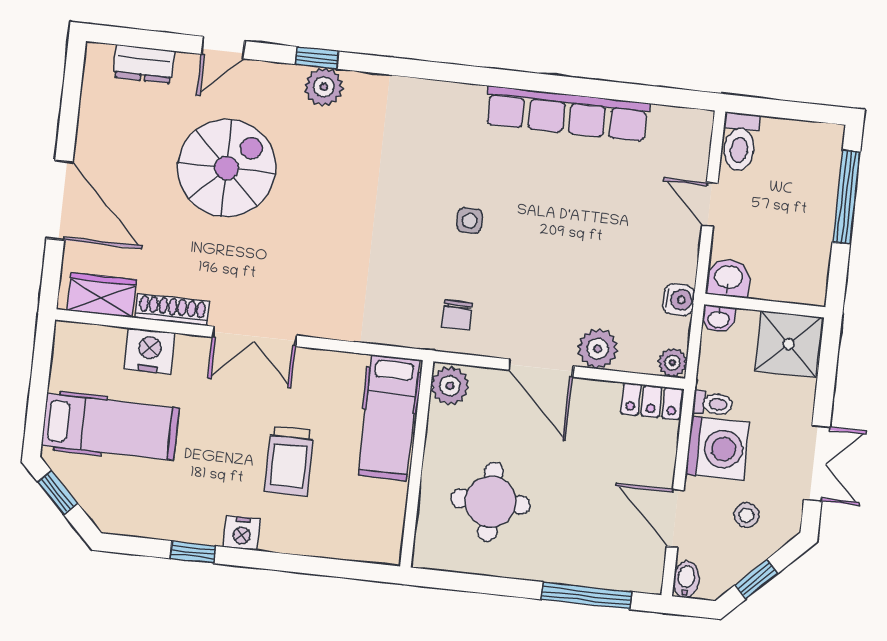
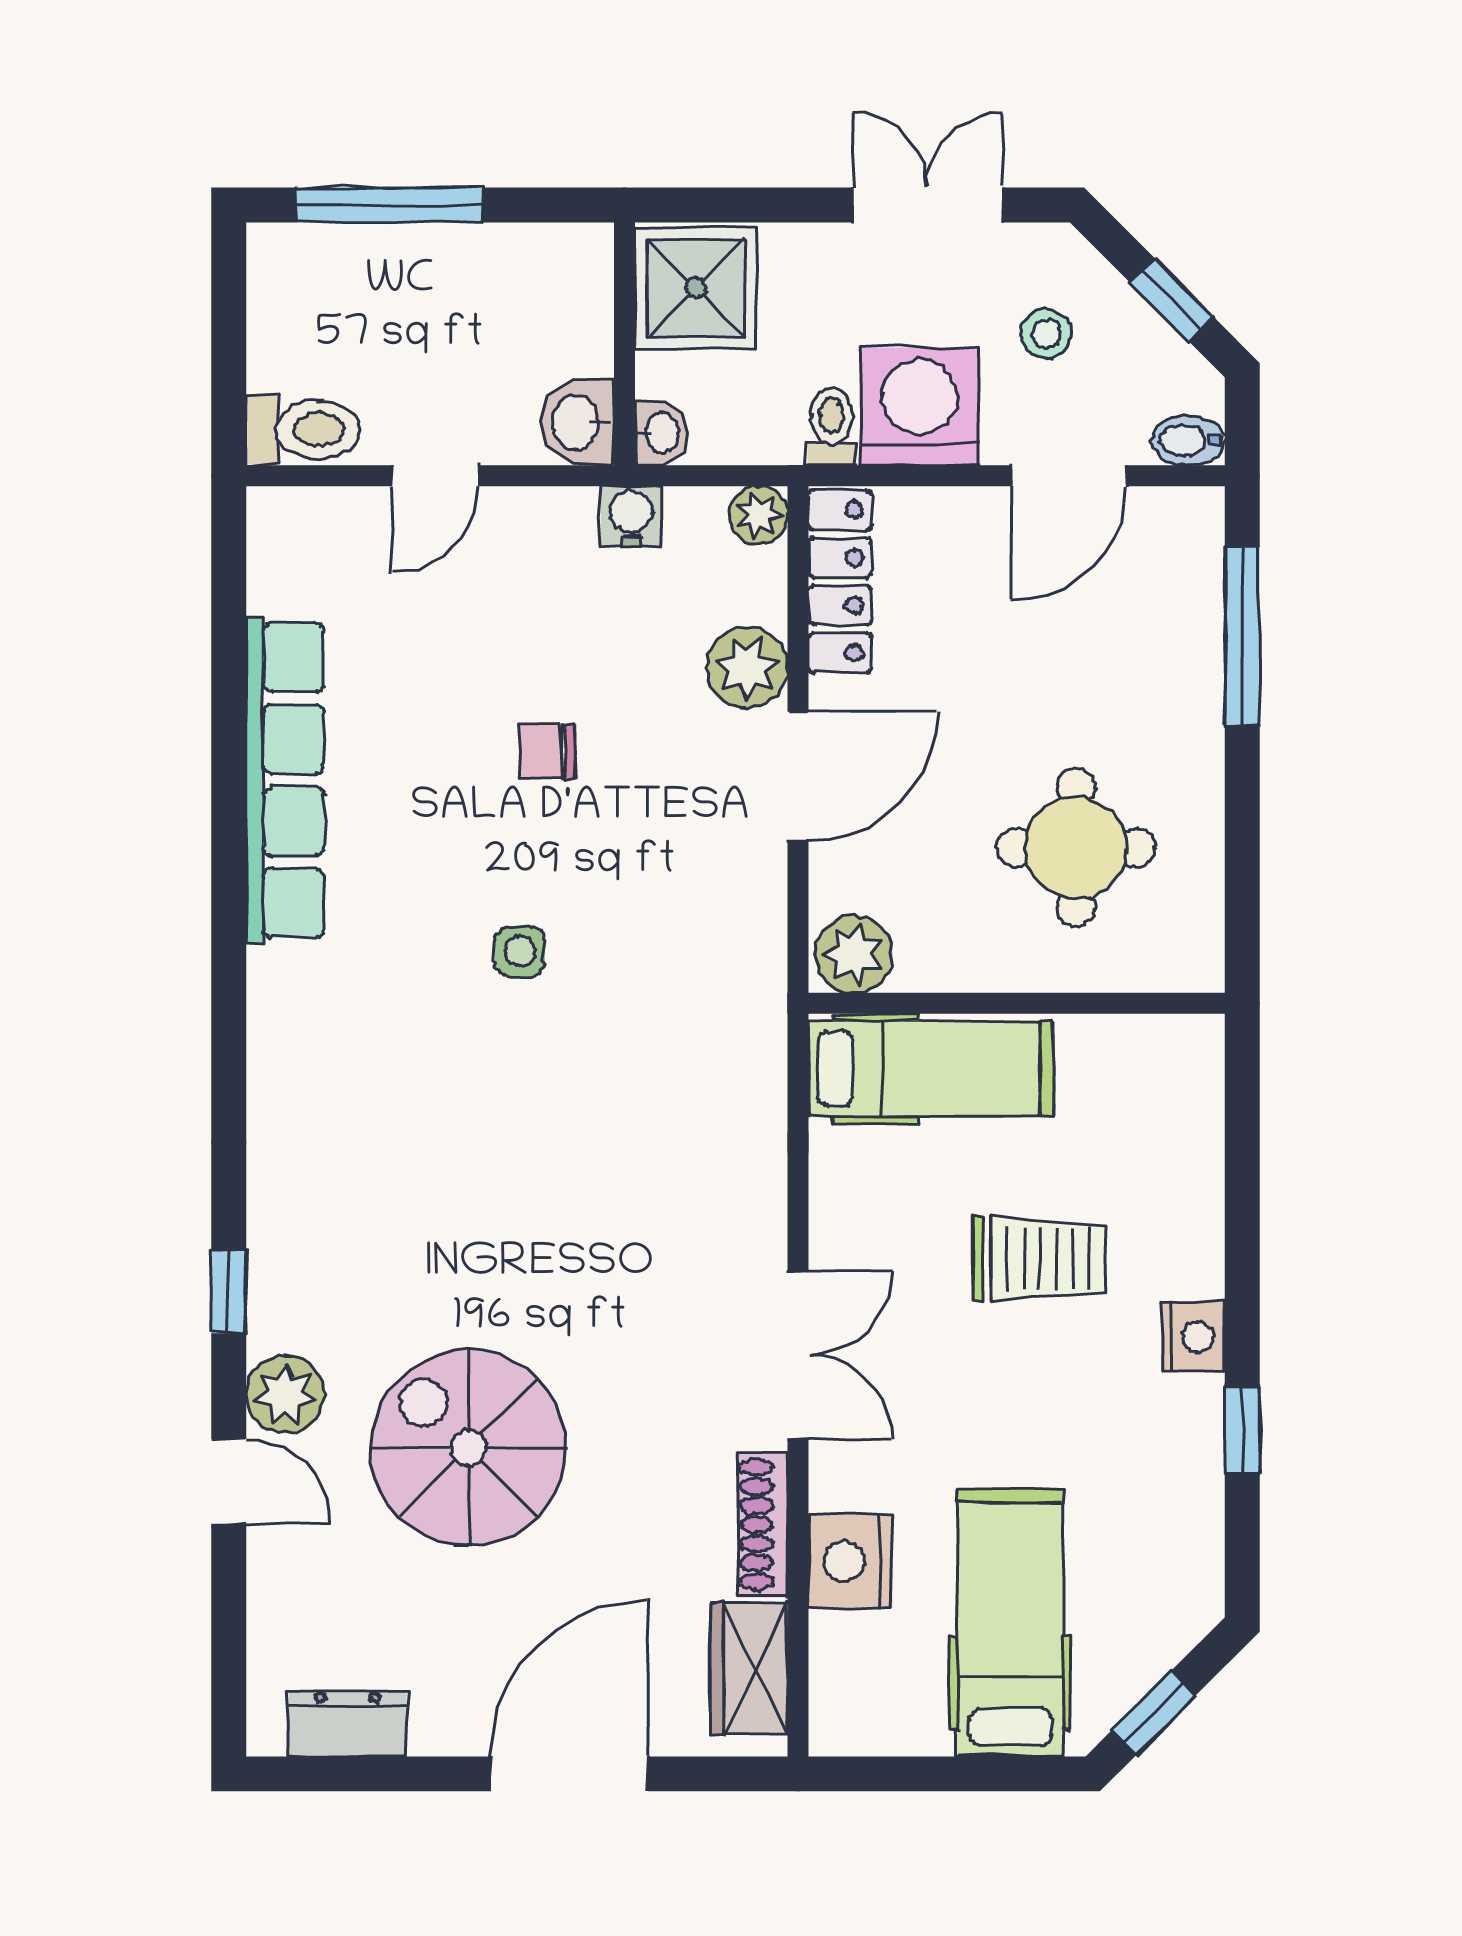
dresser: (144, 64) -> (348, 1723), moved, turned -90
plant: (324, 87) -> (285, 1394), moved
chair: (457, 315) -> (547, 751), moved, turned 180
locker: (652, 401) -> (840, 581), width x1.53

